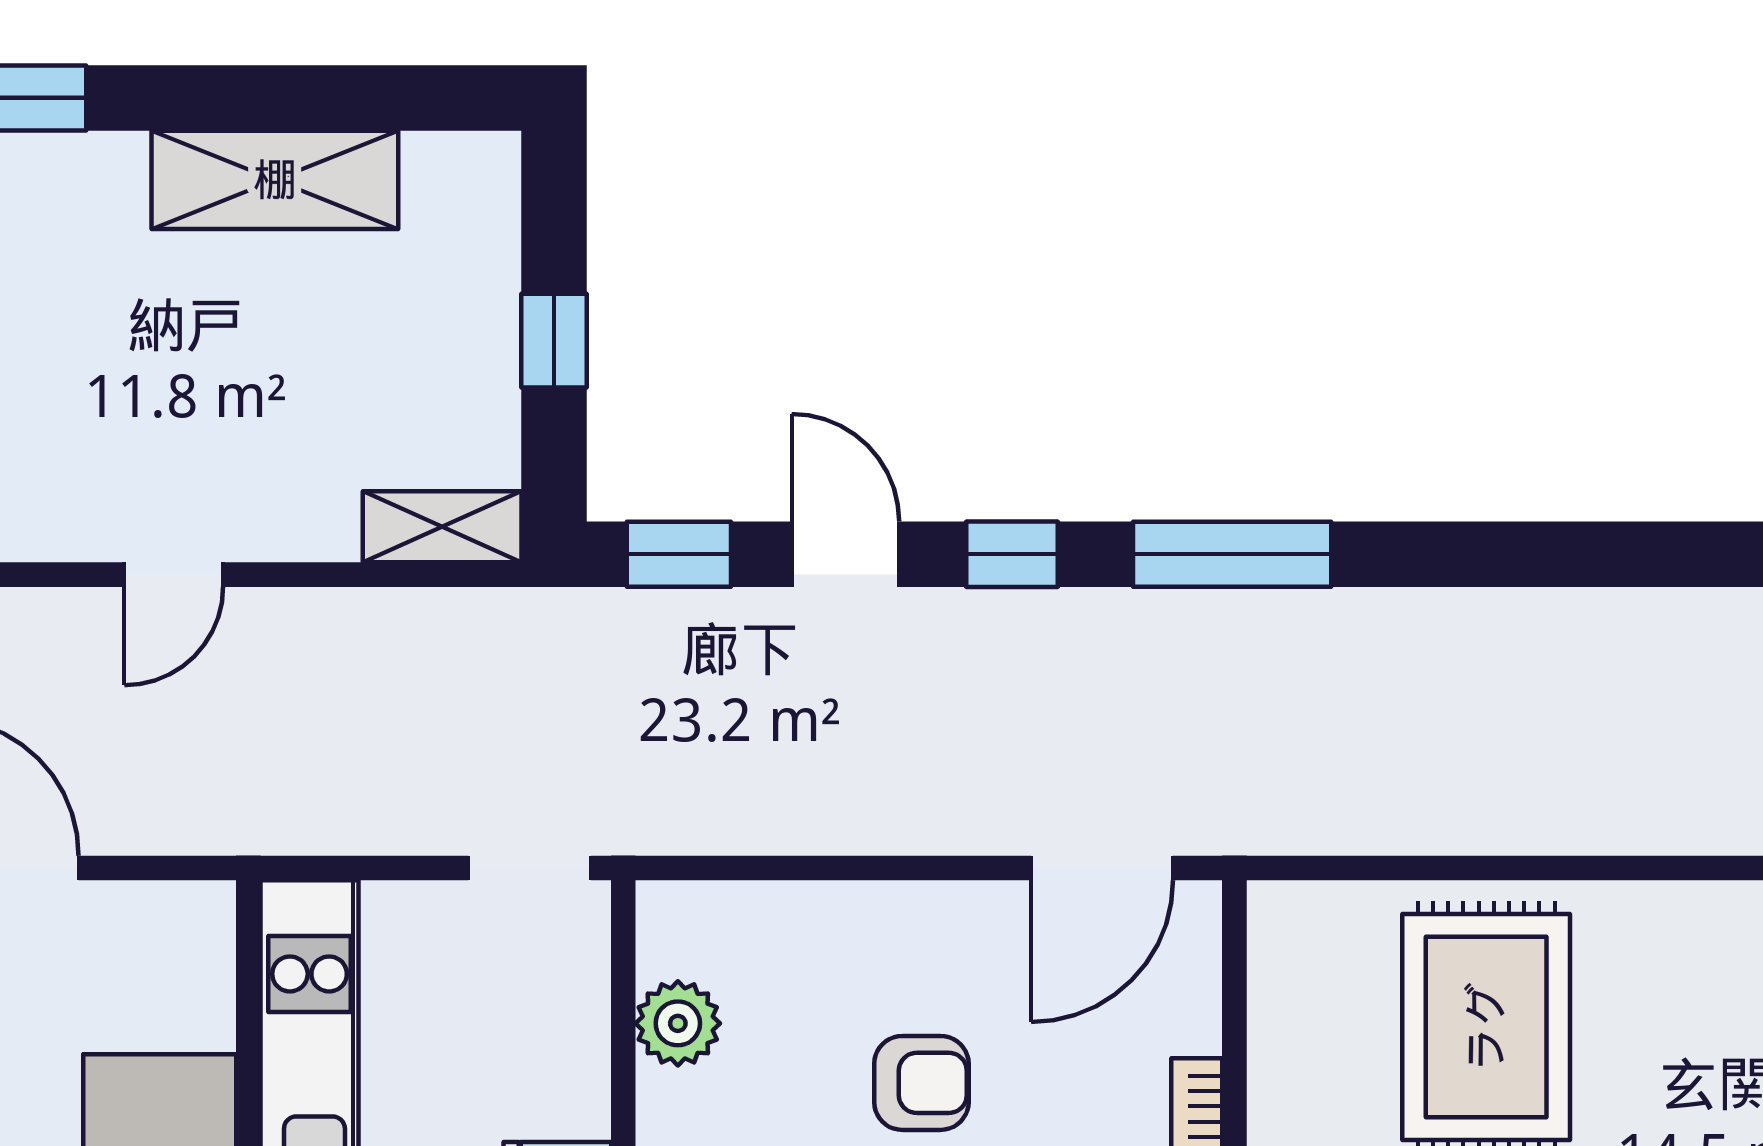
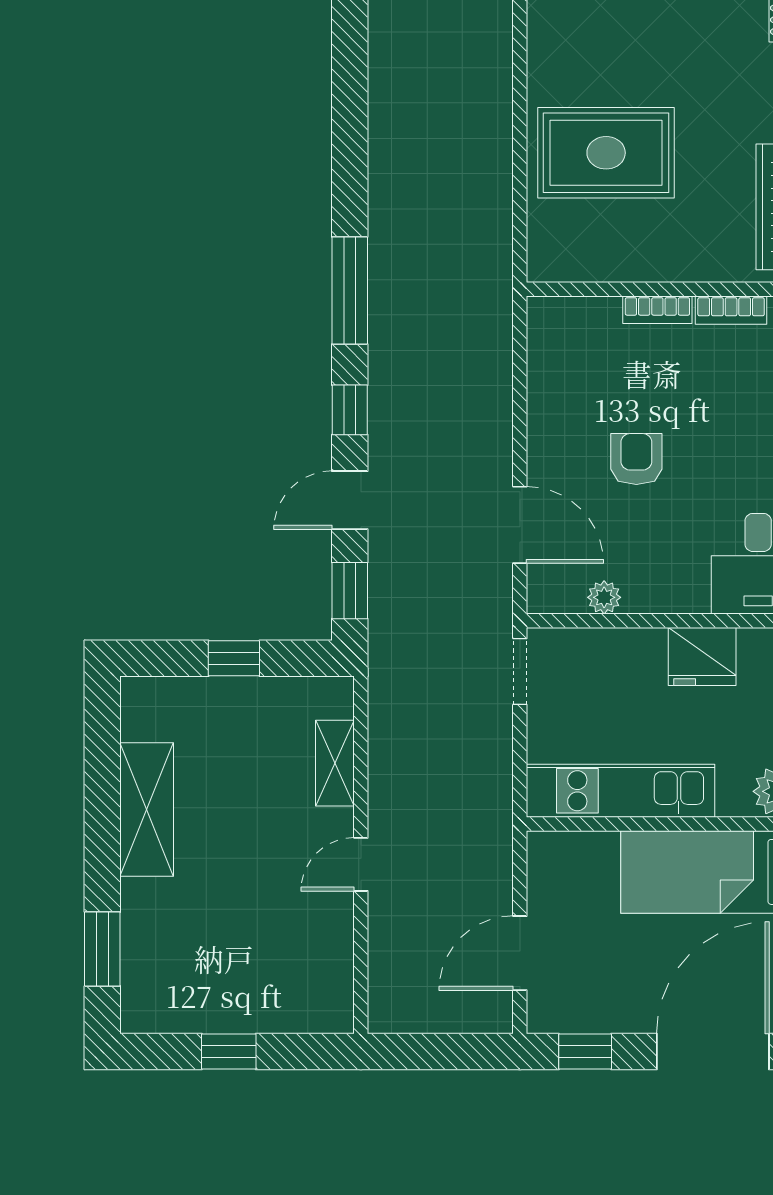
shelving: (442, 527) -> (335, 763), moved
door: (174, 575) -> (361, 864), swing flipped
door: (1102, 868) -> (520, 525), moved
plant: (678, 1023) -> (604, 597), width x0.73, depth x0.73

